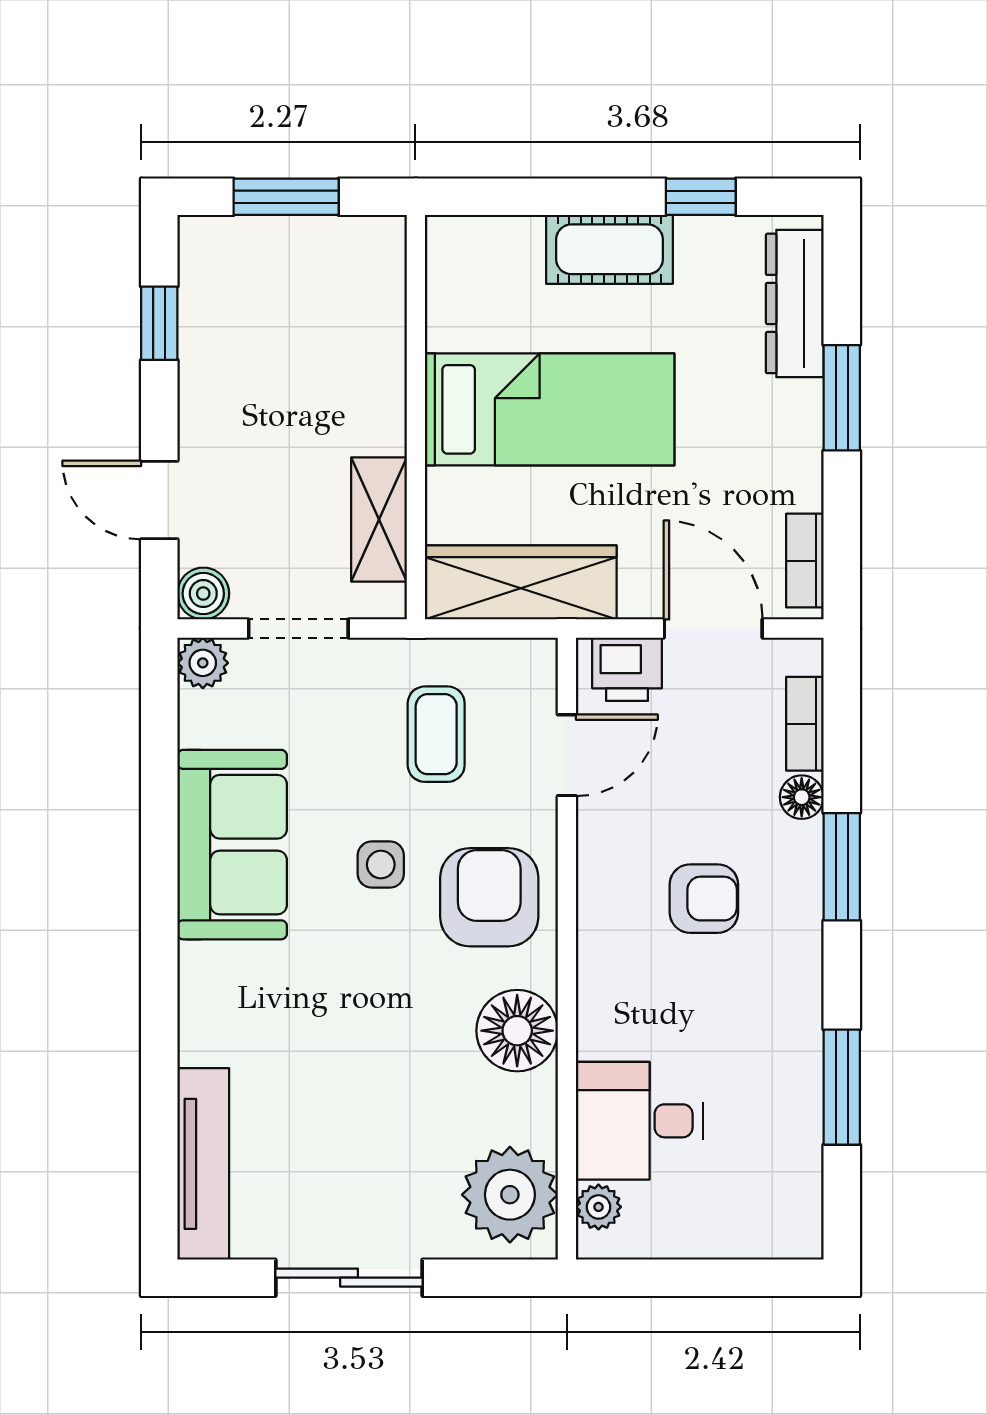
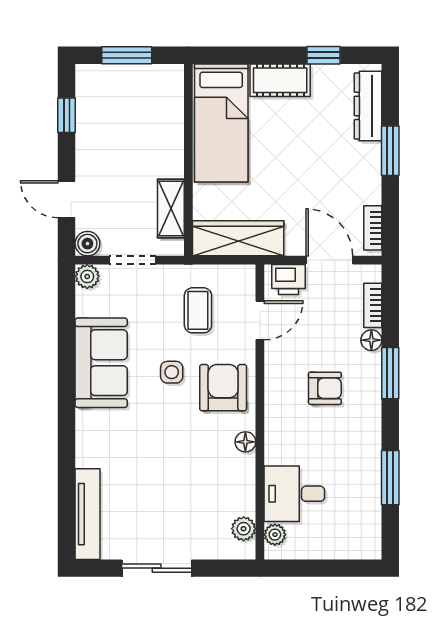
bed: (550, 409) -> (221, 123), moved, turned 90
floor lamp: (517, 1031) -> (245, 442), width x0.53, depth x0.53
plant: (510, 1195) -> (244, 529), width x0.53, depth x0.53

